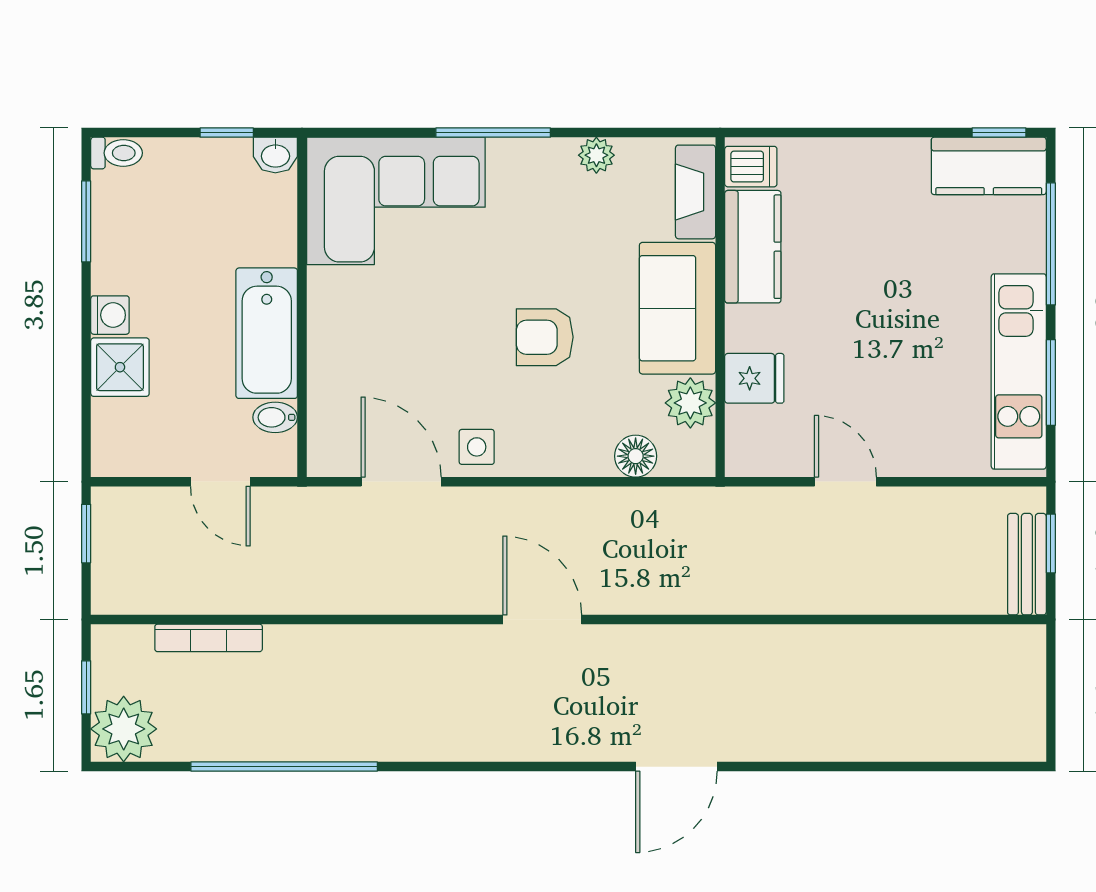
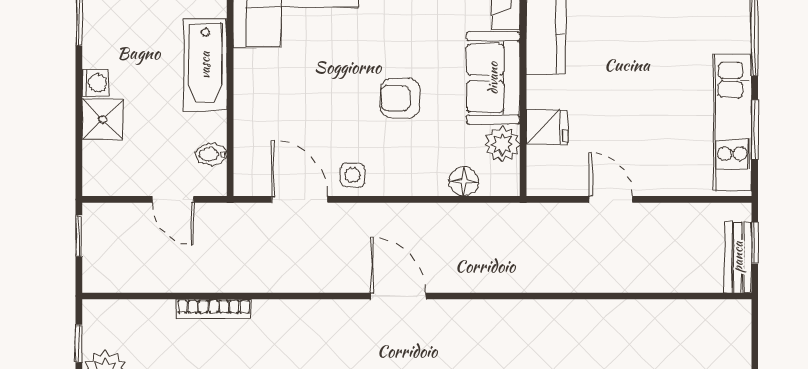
bathtub: (267, 333) -> (205, 65), moved
bookcase: (209, 638) -> (213, 309), moved

